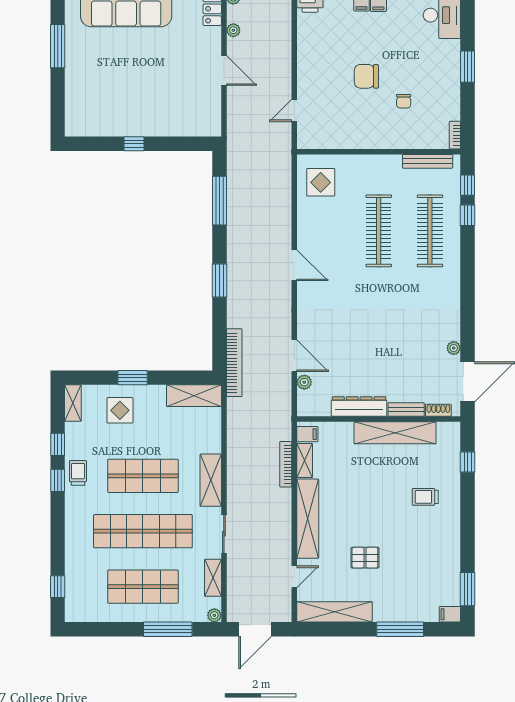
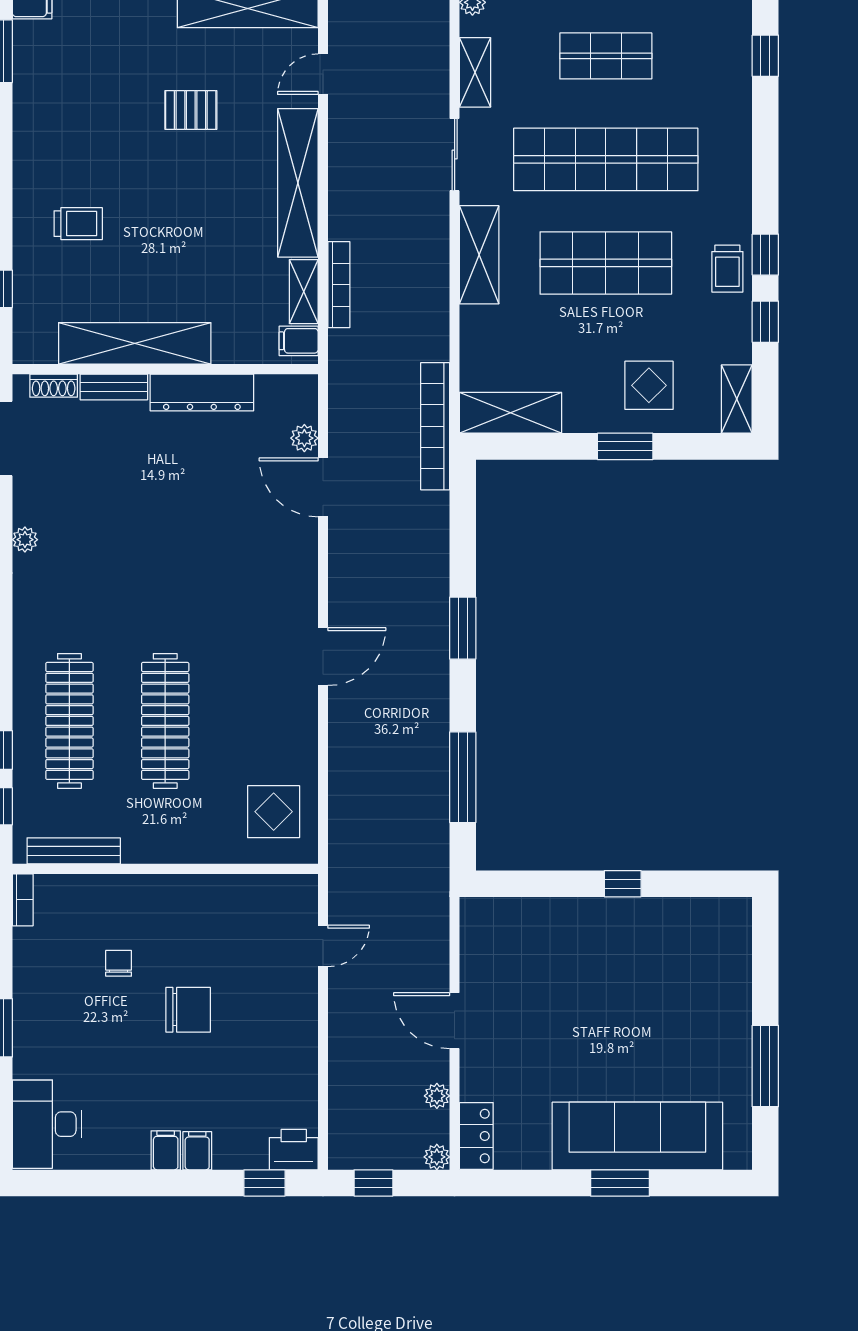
door: (294, 265) -> (323, 657), swing flipped
plant: (454, 348) -> (25, 540), moved
bookcase: (234, 363) -> (435, 426), moved
shop shelf: (143, 587) -> (606, 56), width x0.70, depth x0.74

